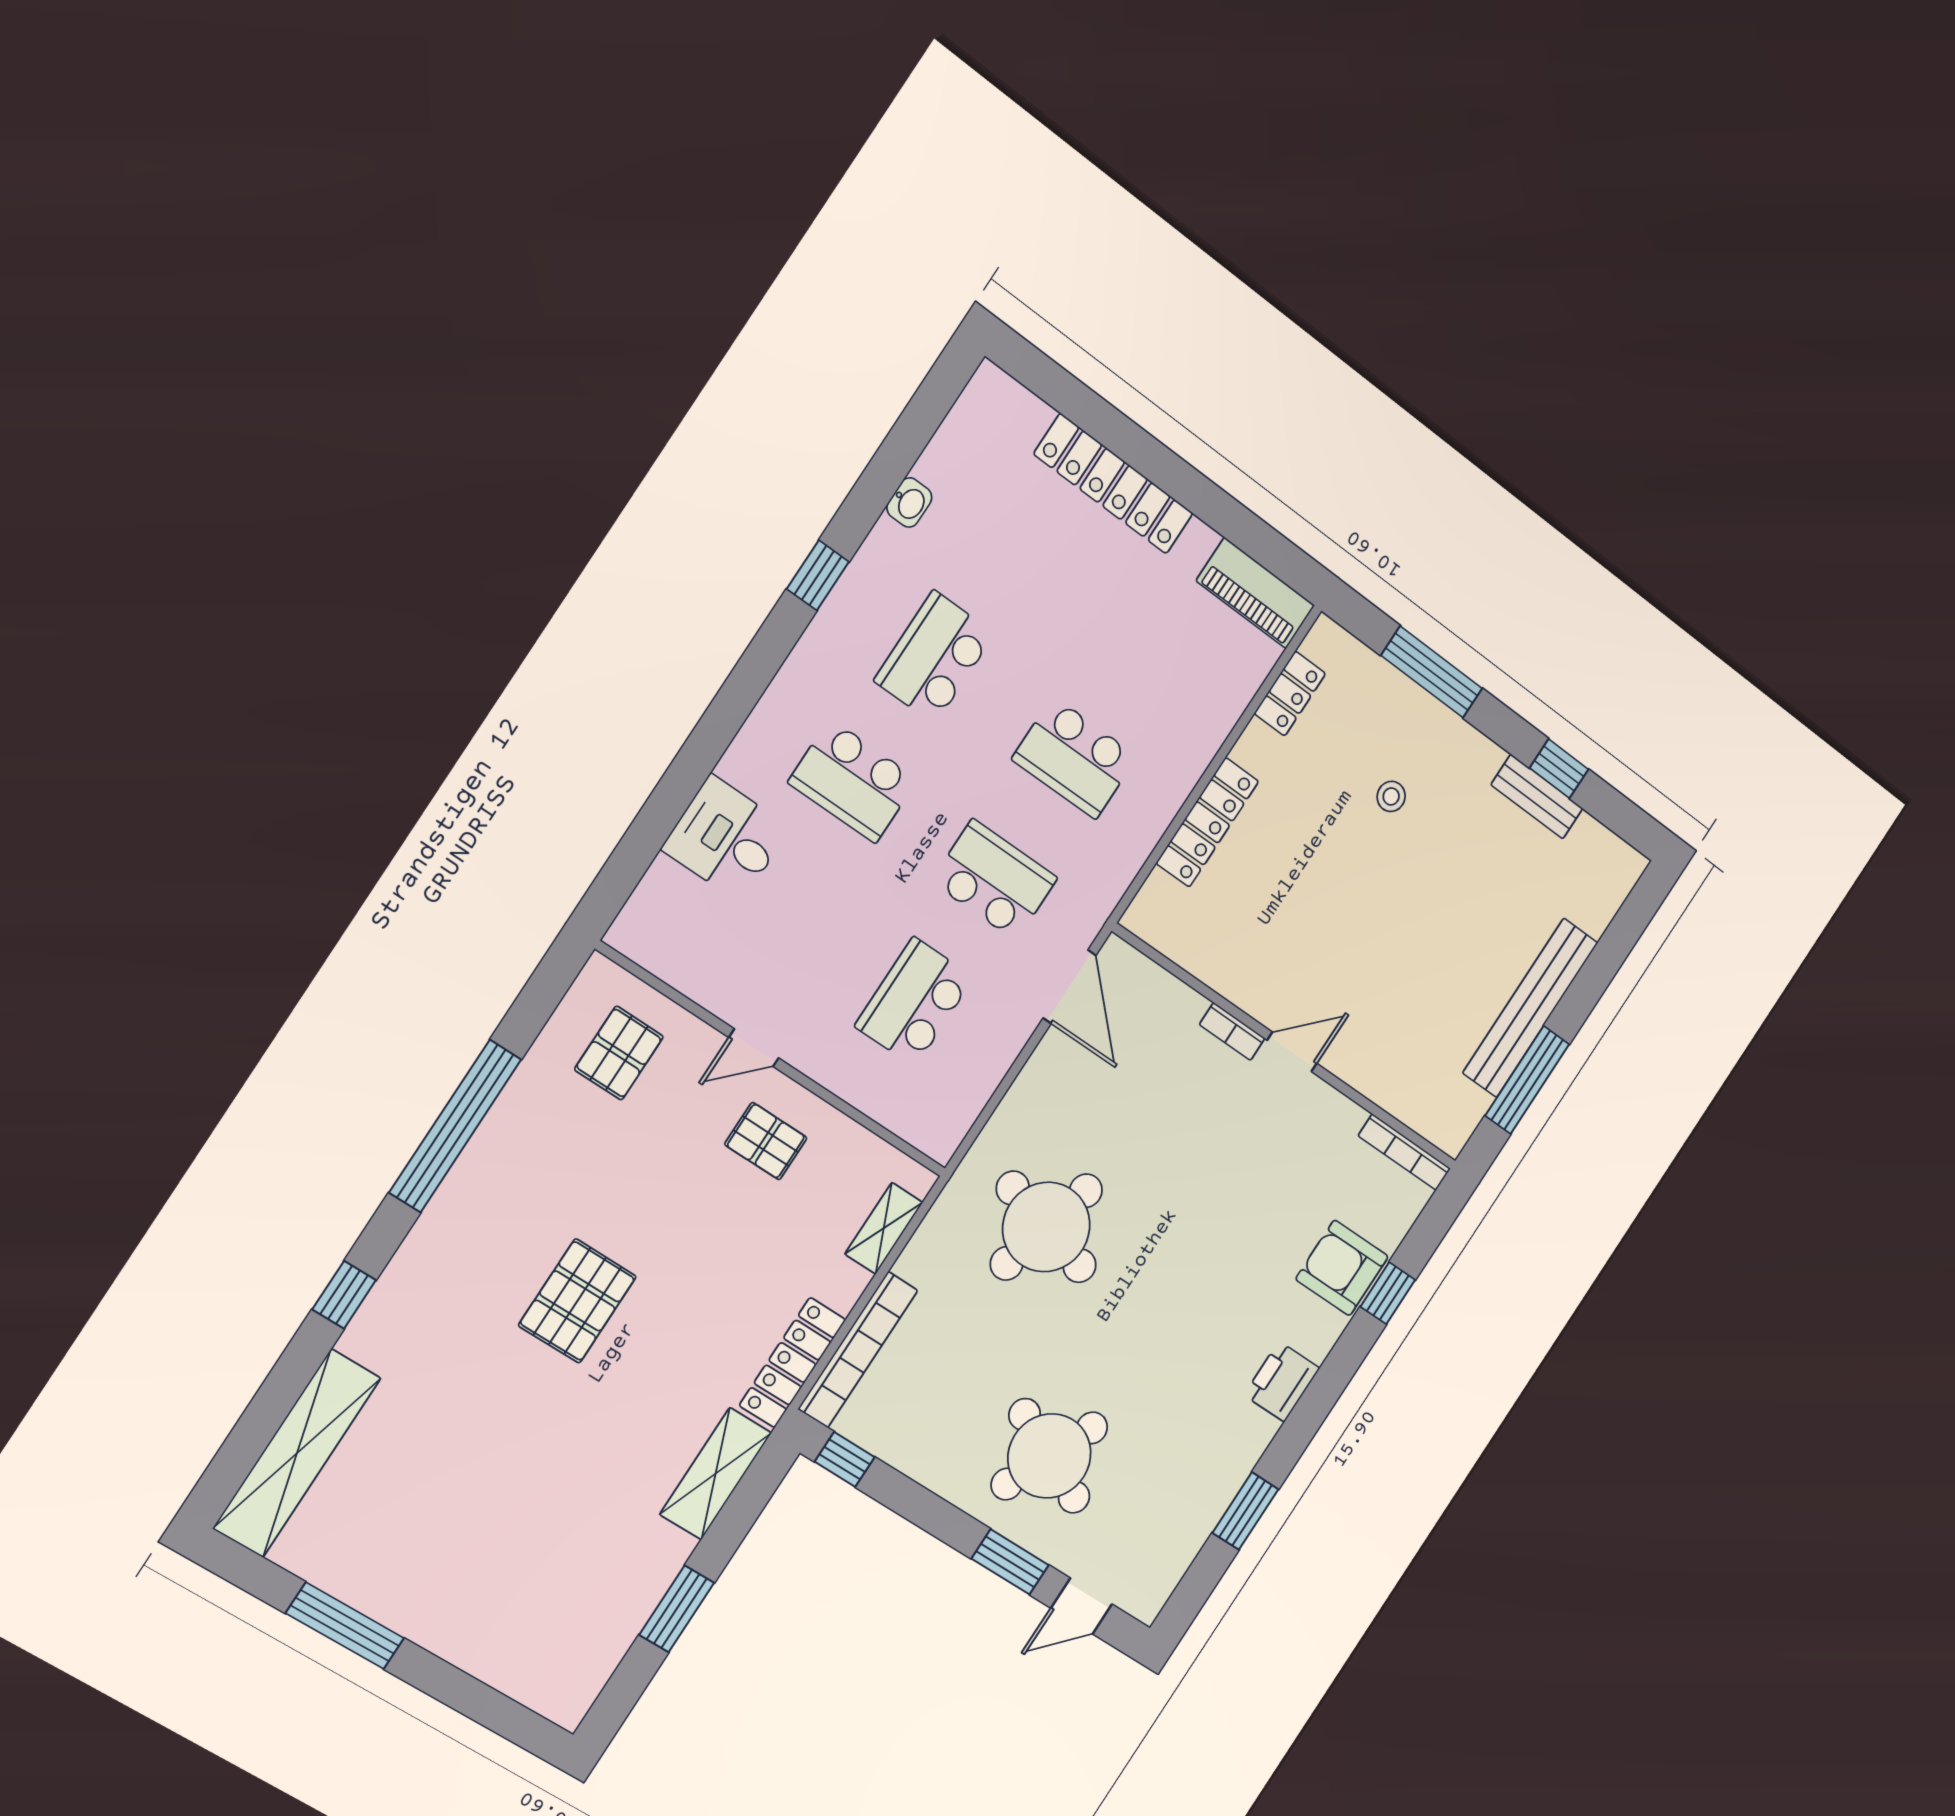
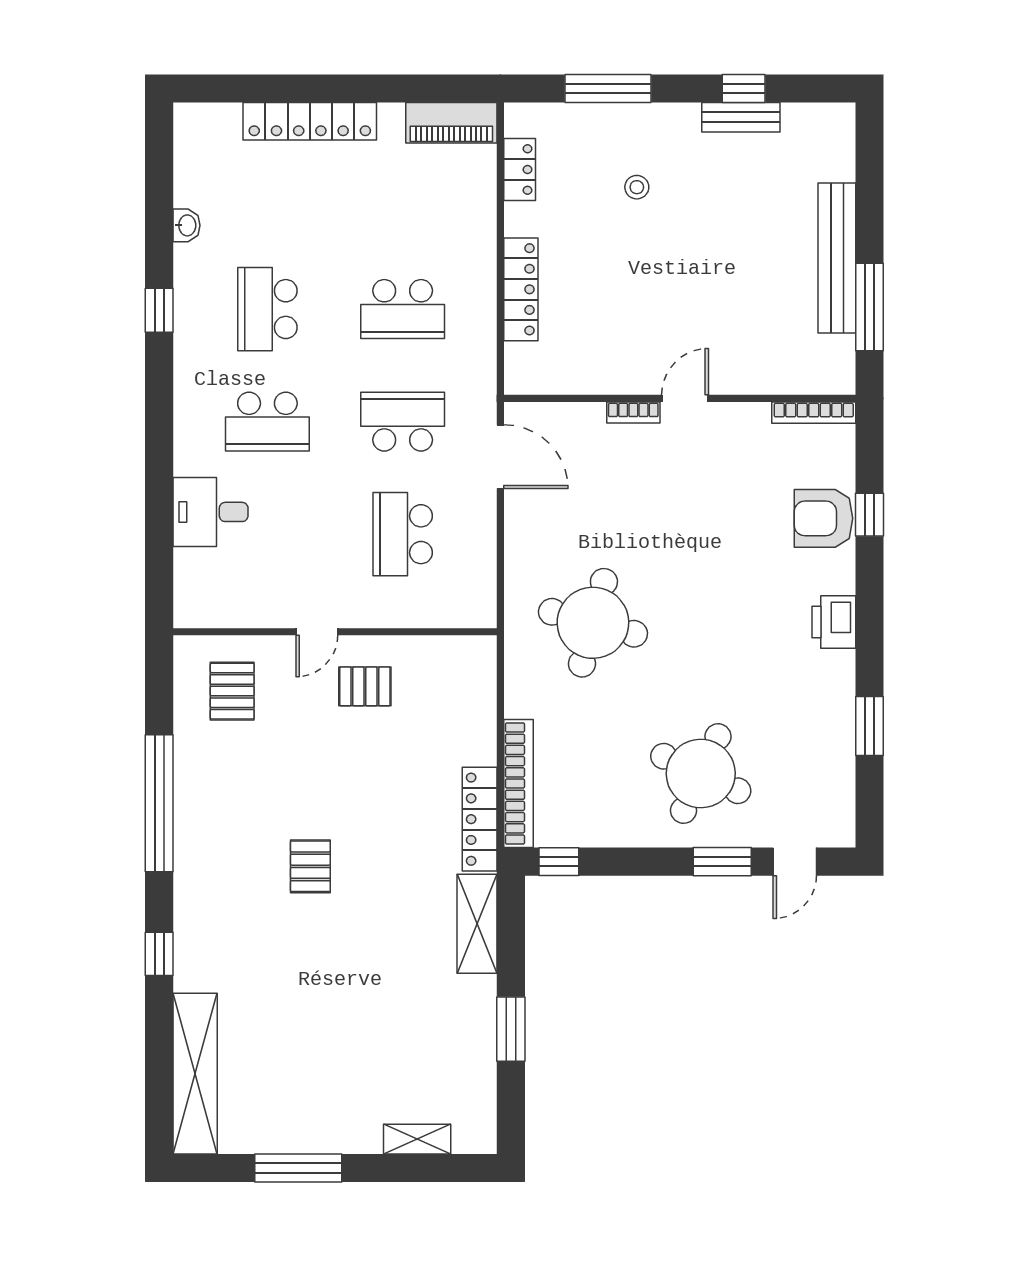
shelving: (884, 1228) -> (417, 1139), moved, turned 90
pallet: (577, 1301) -> (310, 866), width x0.67, depth x0.71

